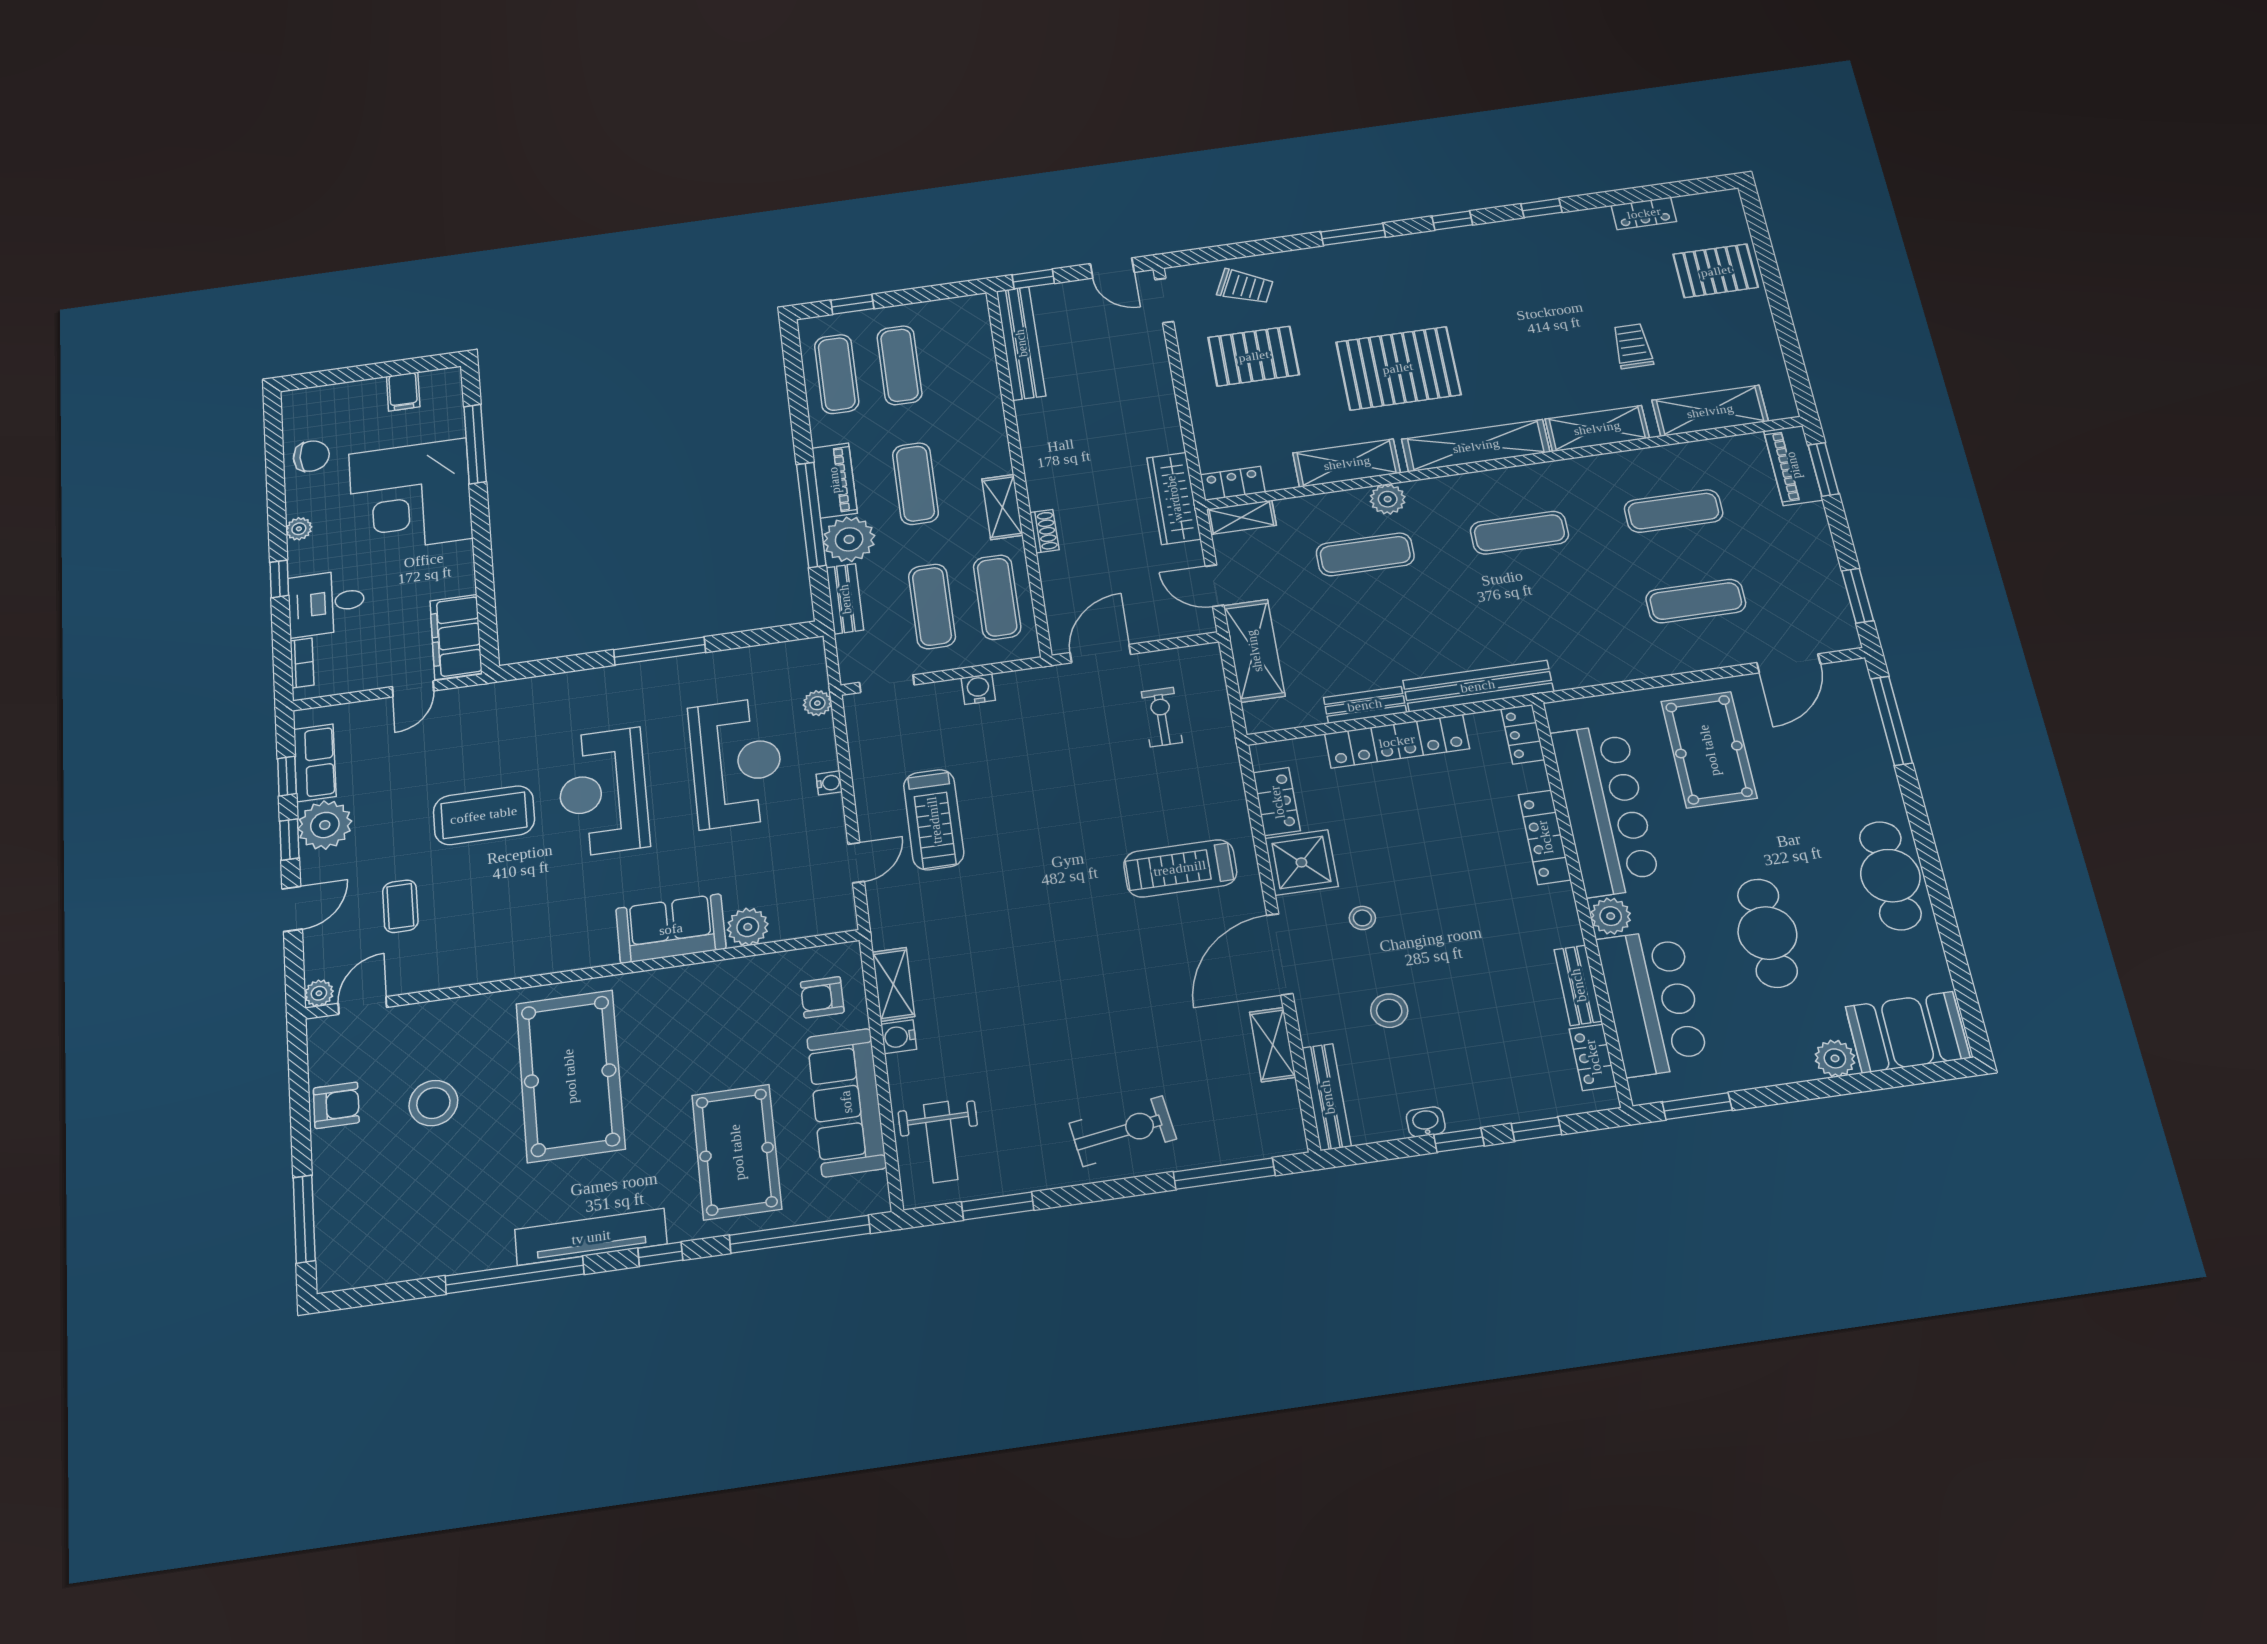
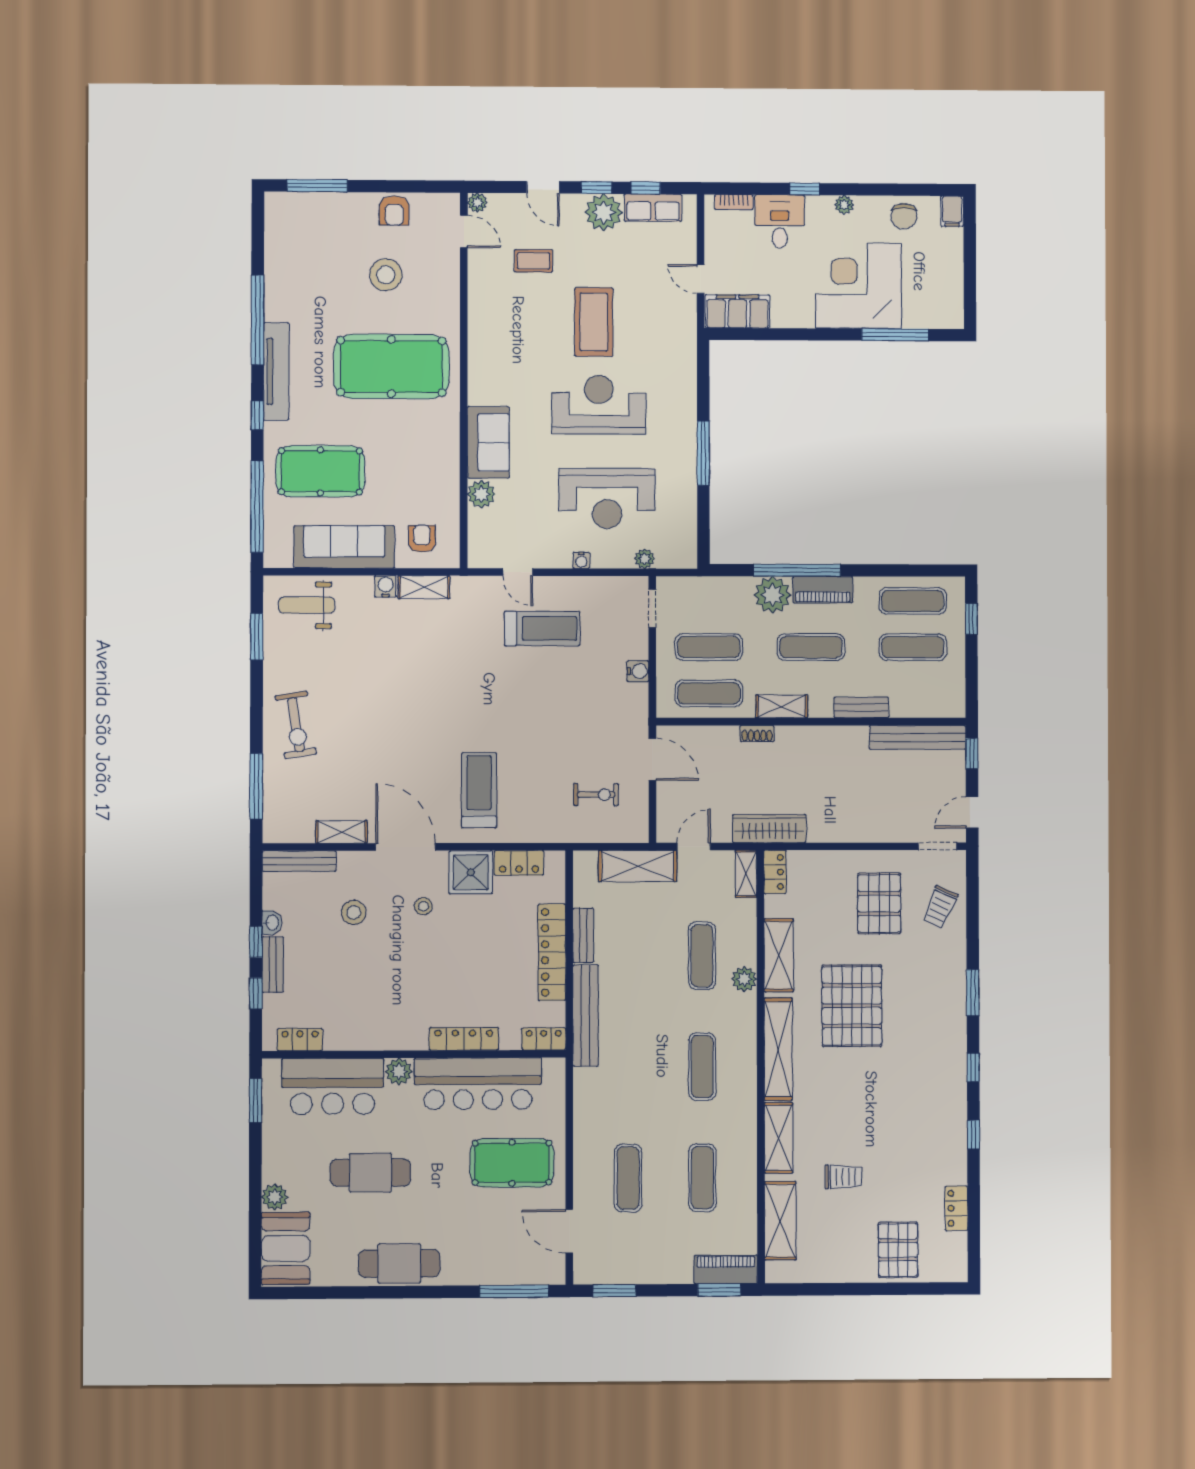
filing cabinet: (403, 392) -> (952, 211), moved, turned -90
bench: (845, 599) -> (861, 707), moved
treadmill: (934, 820) -> (542, 628), turned 180
bench: (1578, 985) -> (273, 965), moved, turned 90

